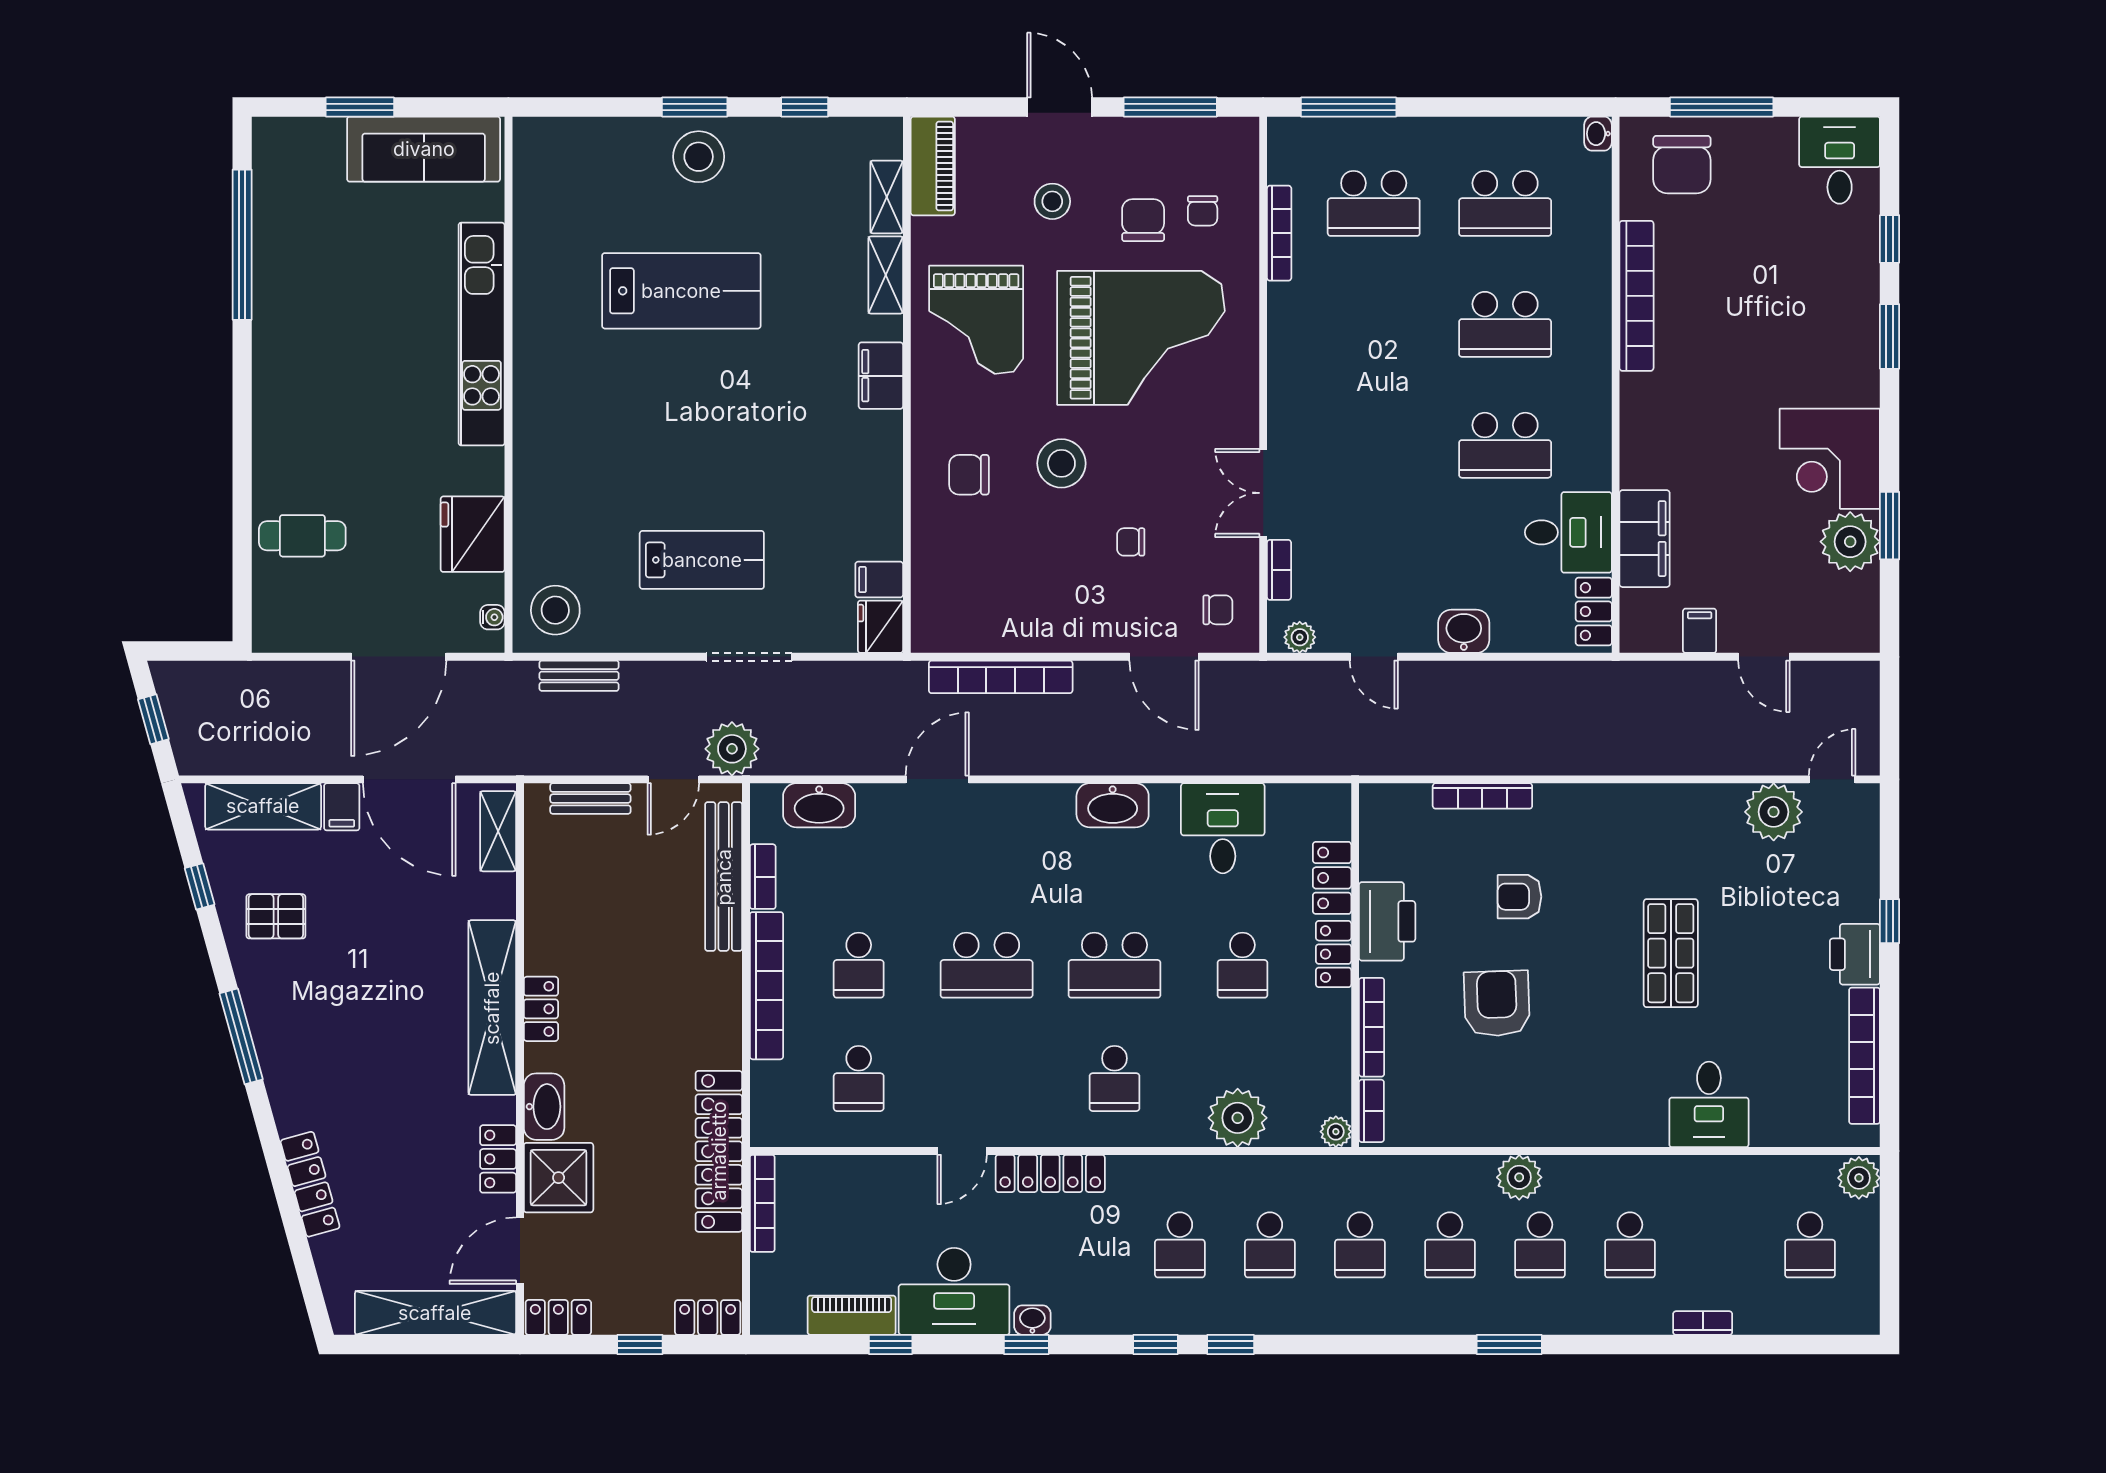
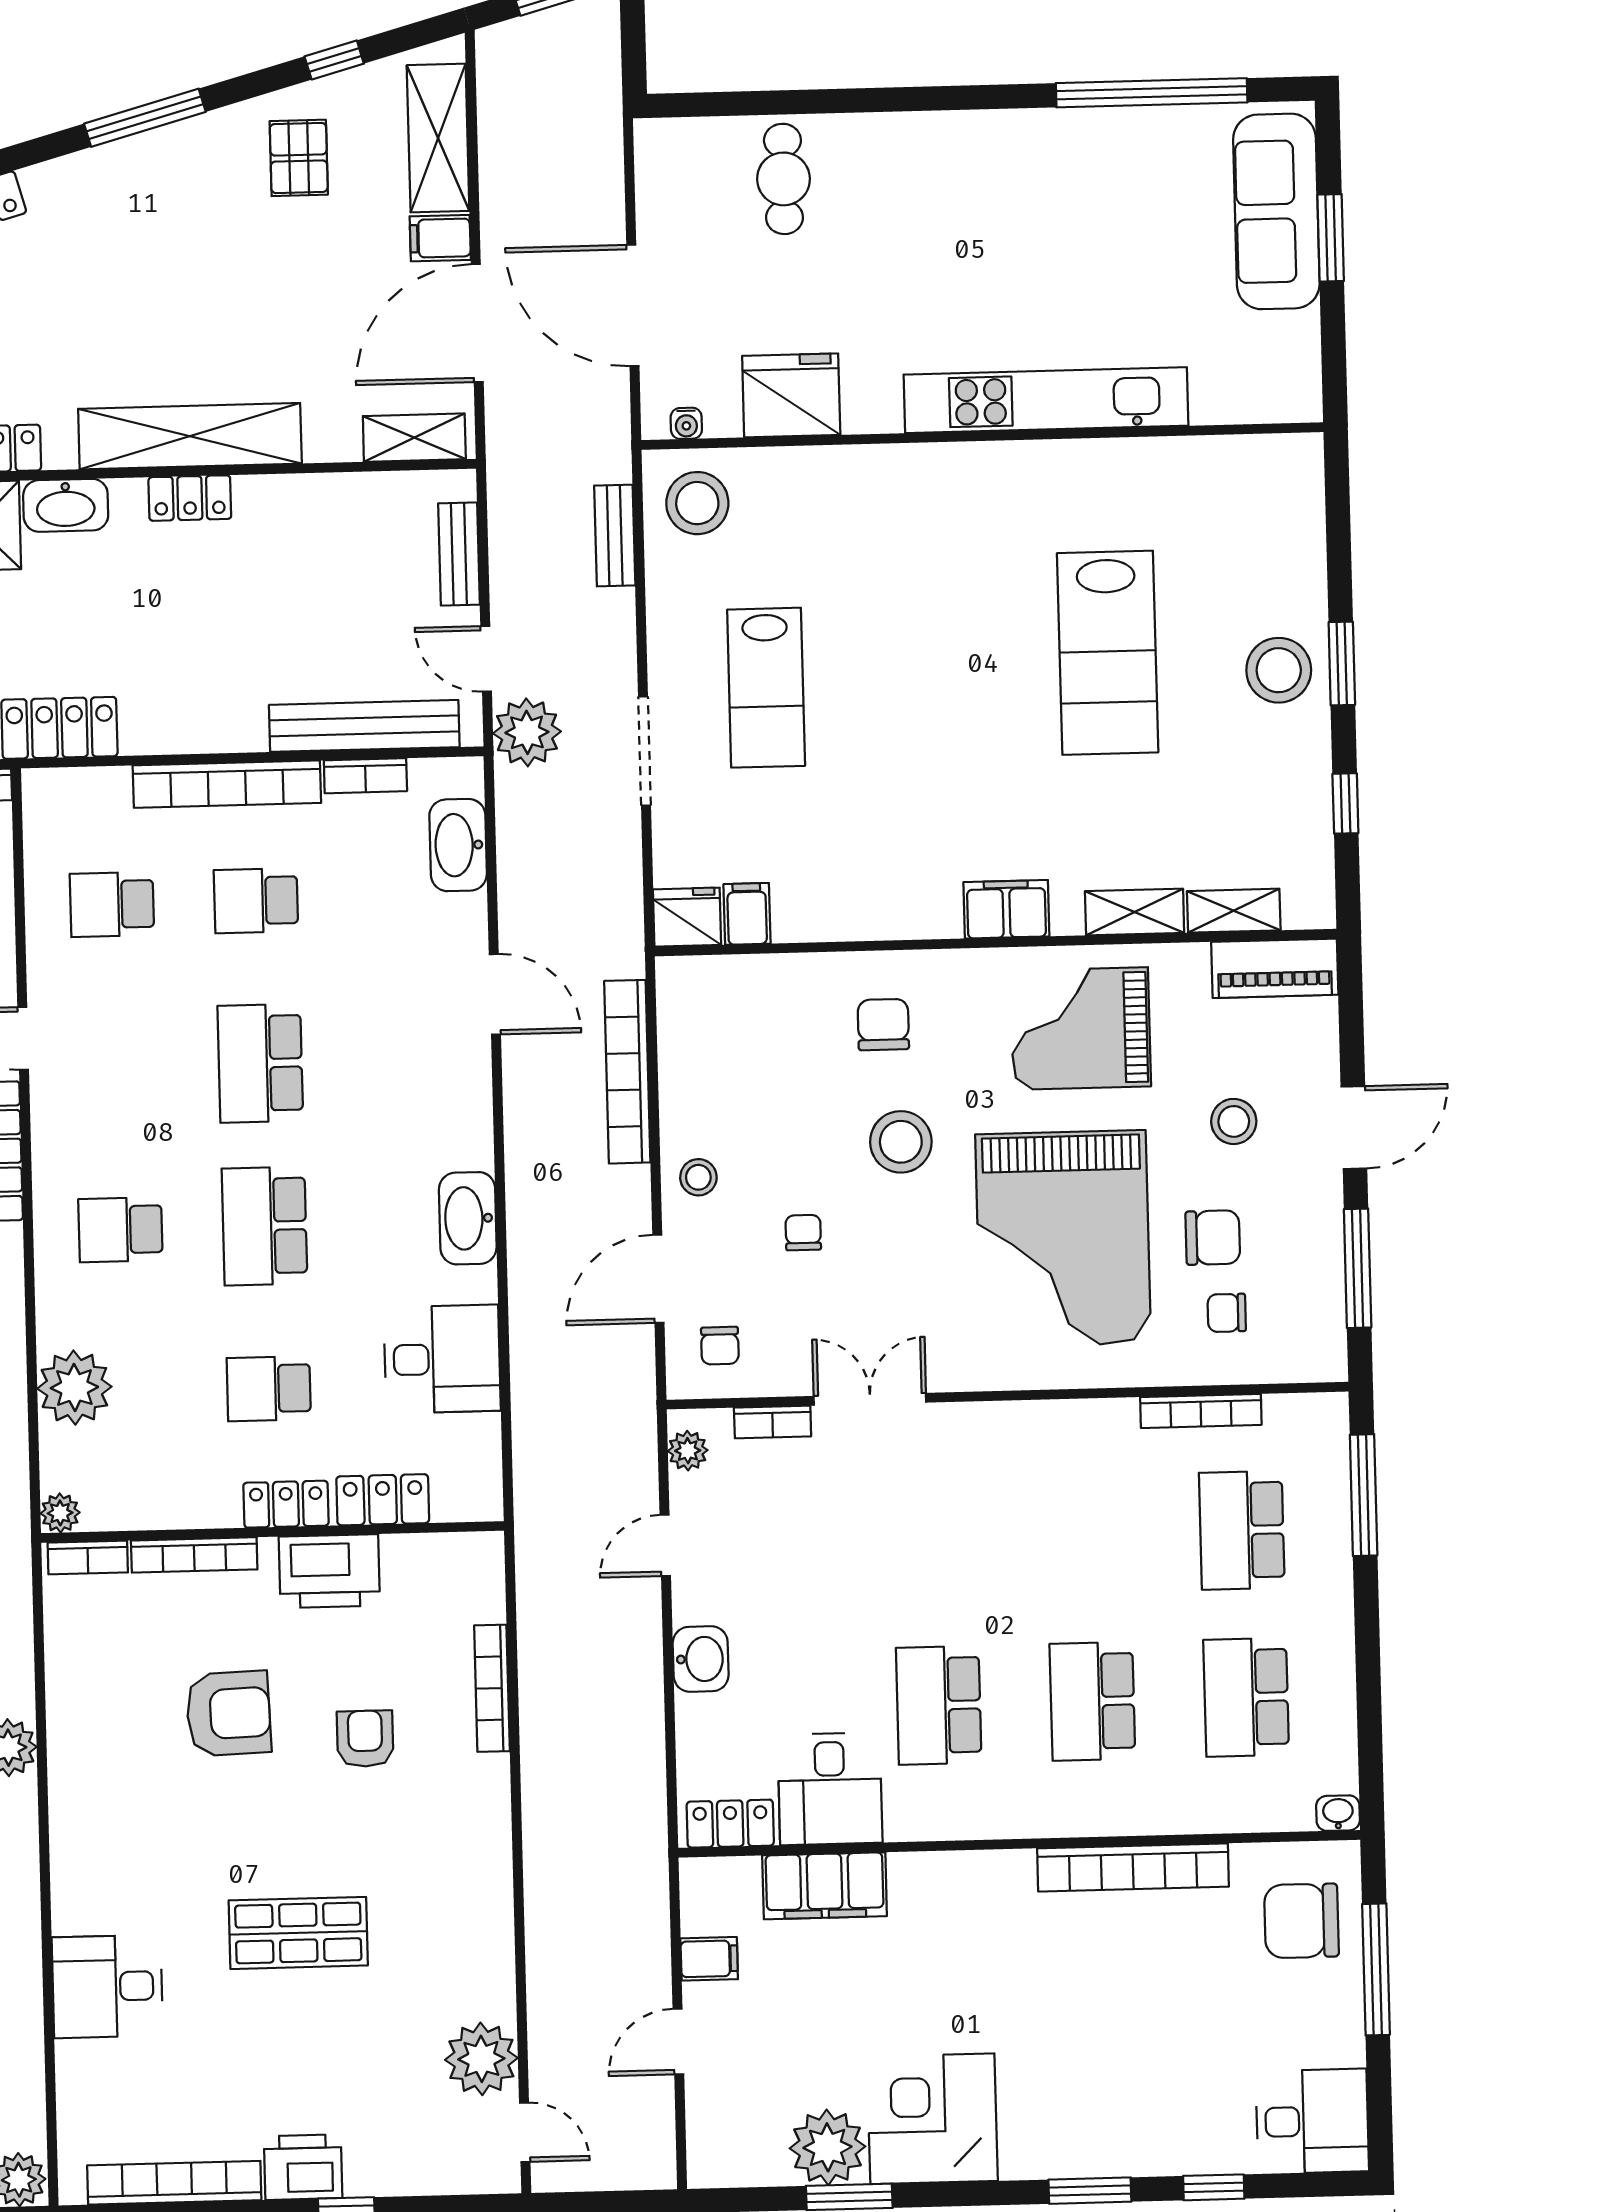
sofa: (424, 149) -> (1276, 211), moved
stool: (1085, 623) -> (698, 1177), added

